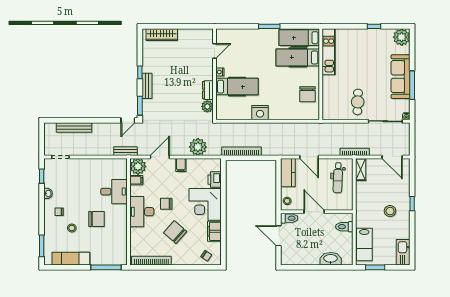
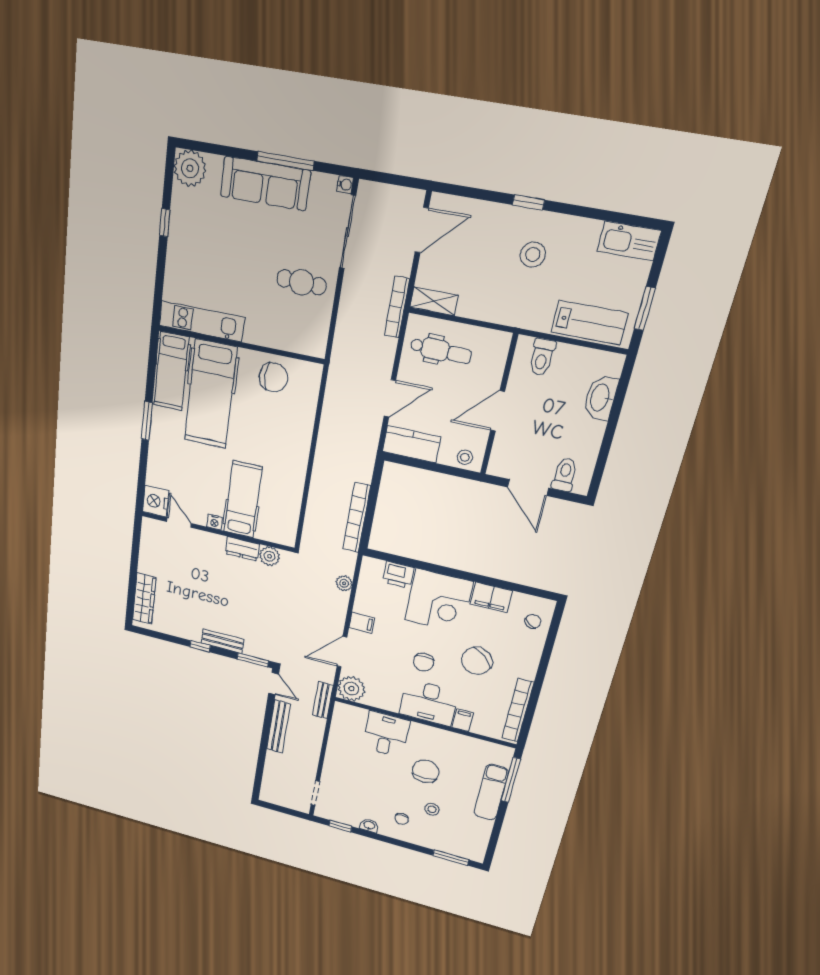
hospital bed: (298, 57) -> (210, 394), width x1.37, depth x1.29
nightstand: (260, 113) -> (156, 501), moved, turned 180
bench: (74, 127) -> (278, 727), moved
plant: (198, 147) -> (344, 583), width x0.53, depth x0.53
door: (160, 157) -> (342, 652), hinge flipped
filing cabinet: (136, 180) -> (463, 720), moved
toilet: (289, 218) -> (565, 475), moved
door: (279, 236) -> (528, 488), hinge flipped
exam couch: (71, 259) -> (491, 792), moved

